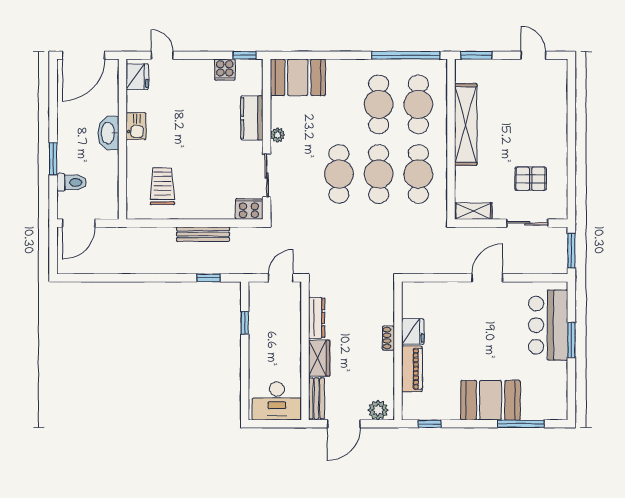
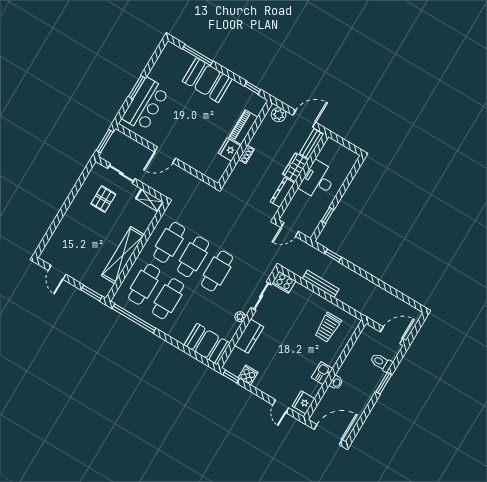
washbasin: (108, 133) -> (336, 383), width x0.52, depth x0.69
pallet: (531, 179) -> (103, 199), turned 90
desk: (277, 401) -> (318, 180), moved, turned -90

